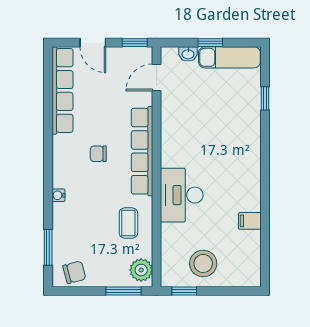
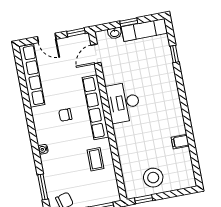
desk: (182, 195) -> (123, 102), moved
plant: (141, 270) -> (111, 190), removed

